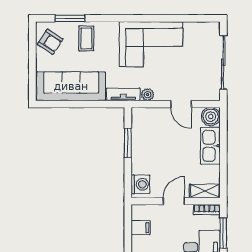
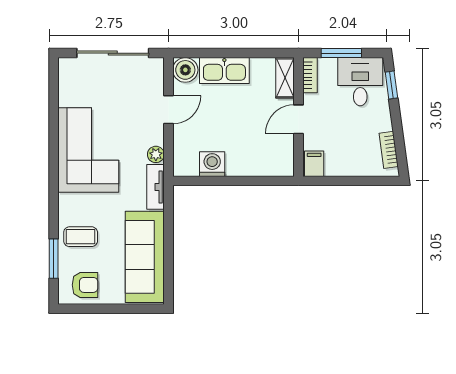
armchair: (50, 42) -> (85, 285), turned 57
window: (128, 143) -> (221, 181), removed
washing machine: (140, 184) -> (212, 164), moved
door: (174, 201) -> (299, 119), hinge flipped
filing cabinet: (141, 228) -> (314, 164), moved

